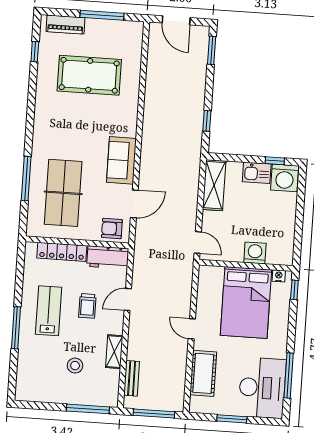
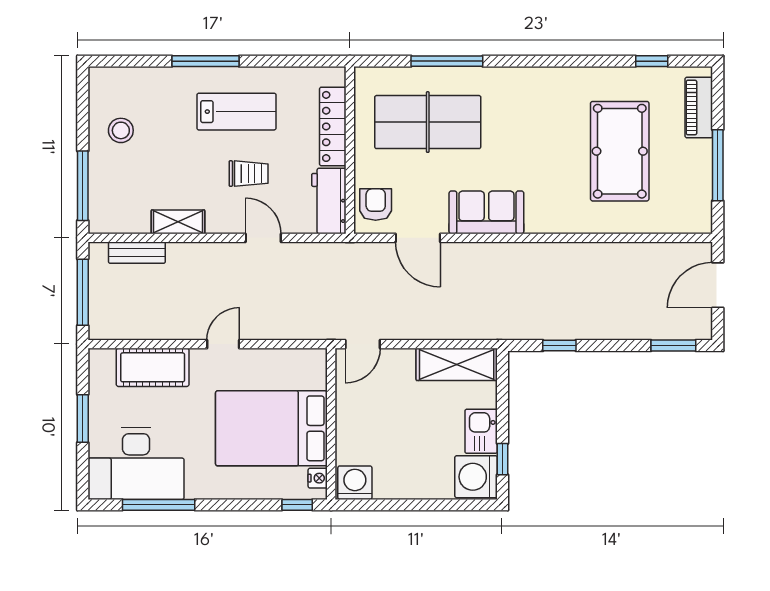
washing machine: (255, 253) -> (355, 483), moved, turned -90
trolley: (87, 306) -> (249, 174), turned 180
stool: (75, 366) -> (121, 130), moved

